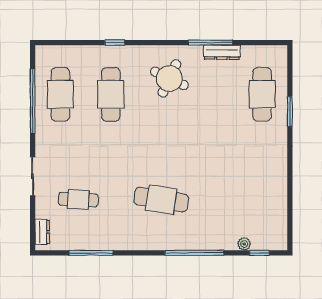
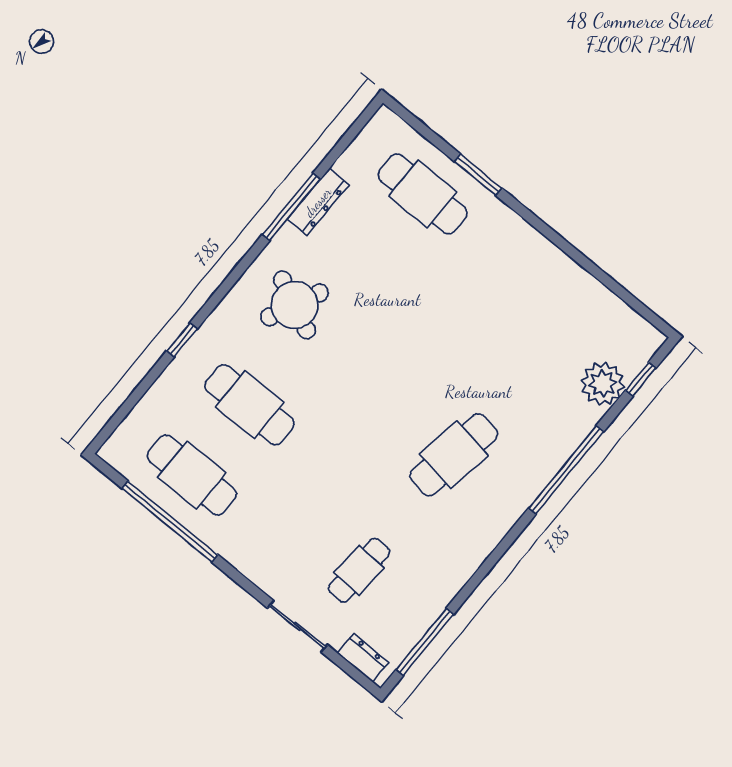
sliding door: (33, 176) -> (297, 626), moved
plant: (244, 244) -> (603, 384), width x1.88, depth x1.88
window: (91, 253) -> (425, 642), moved

